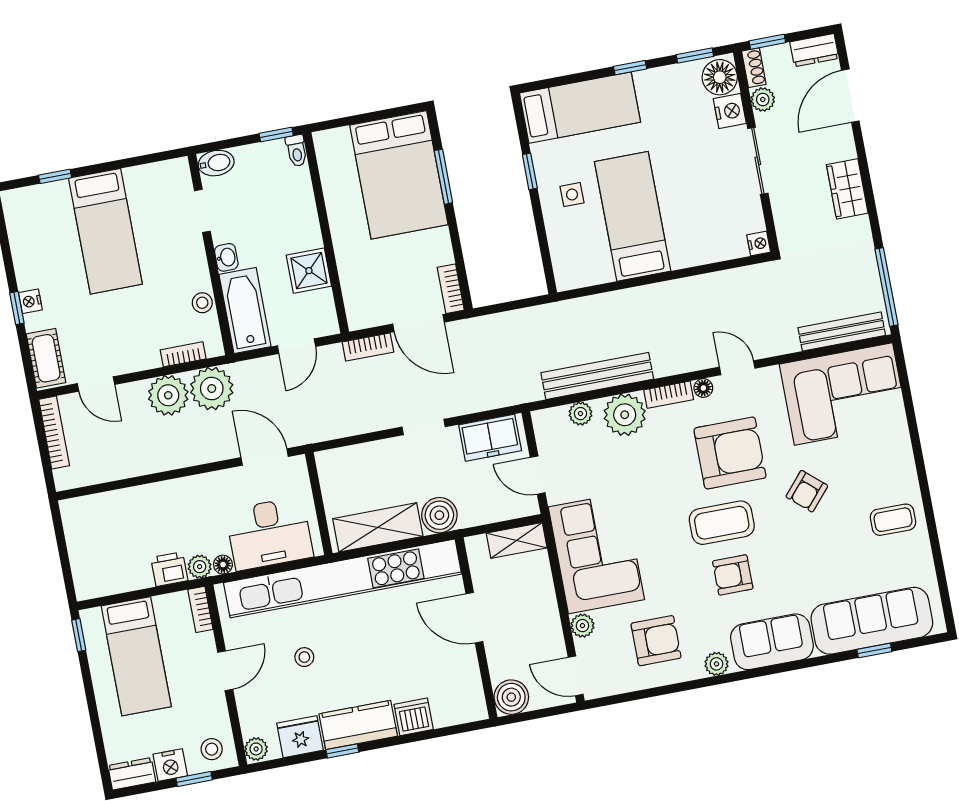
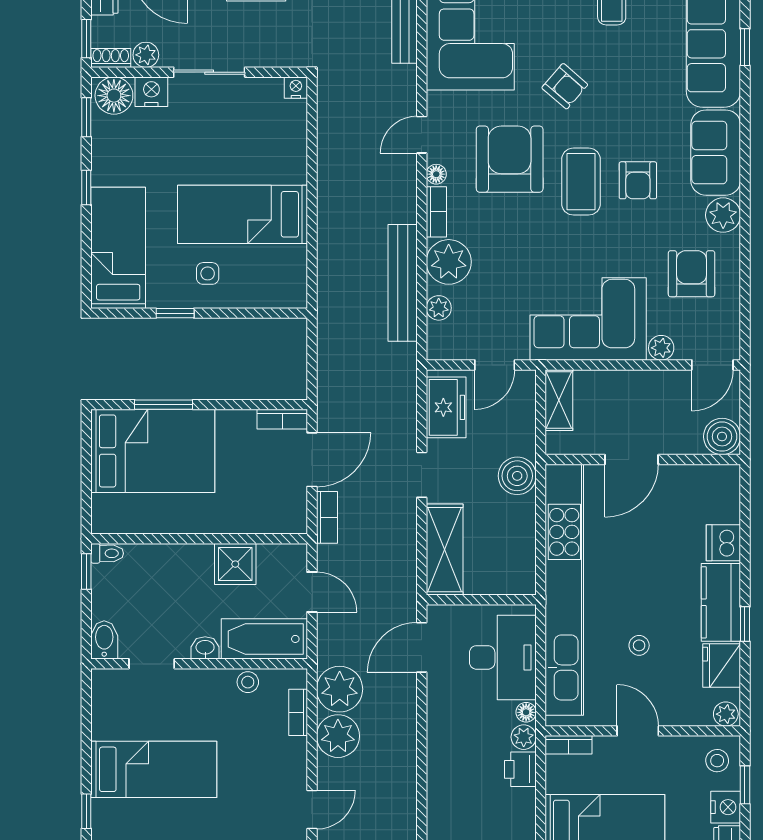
shelving: (378, 527) -> (445, 550), moved
plant: (716, 664) -> (723, 215), width x1.38, depth x1.38

